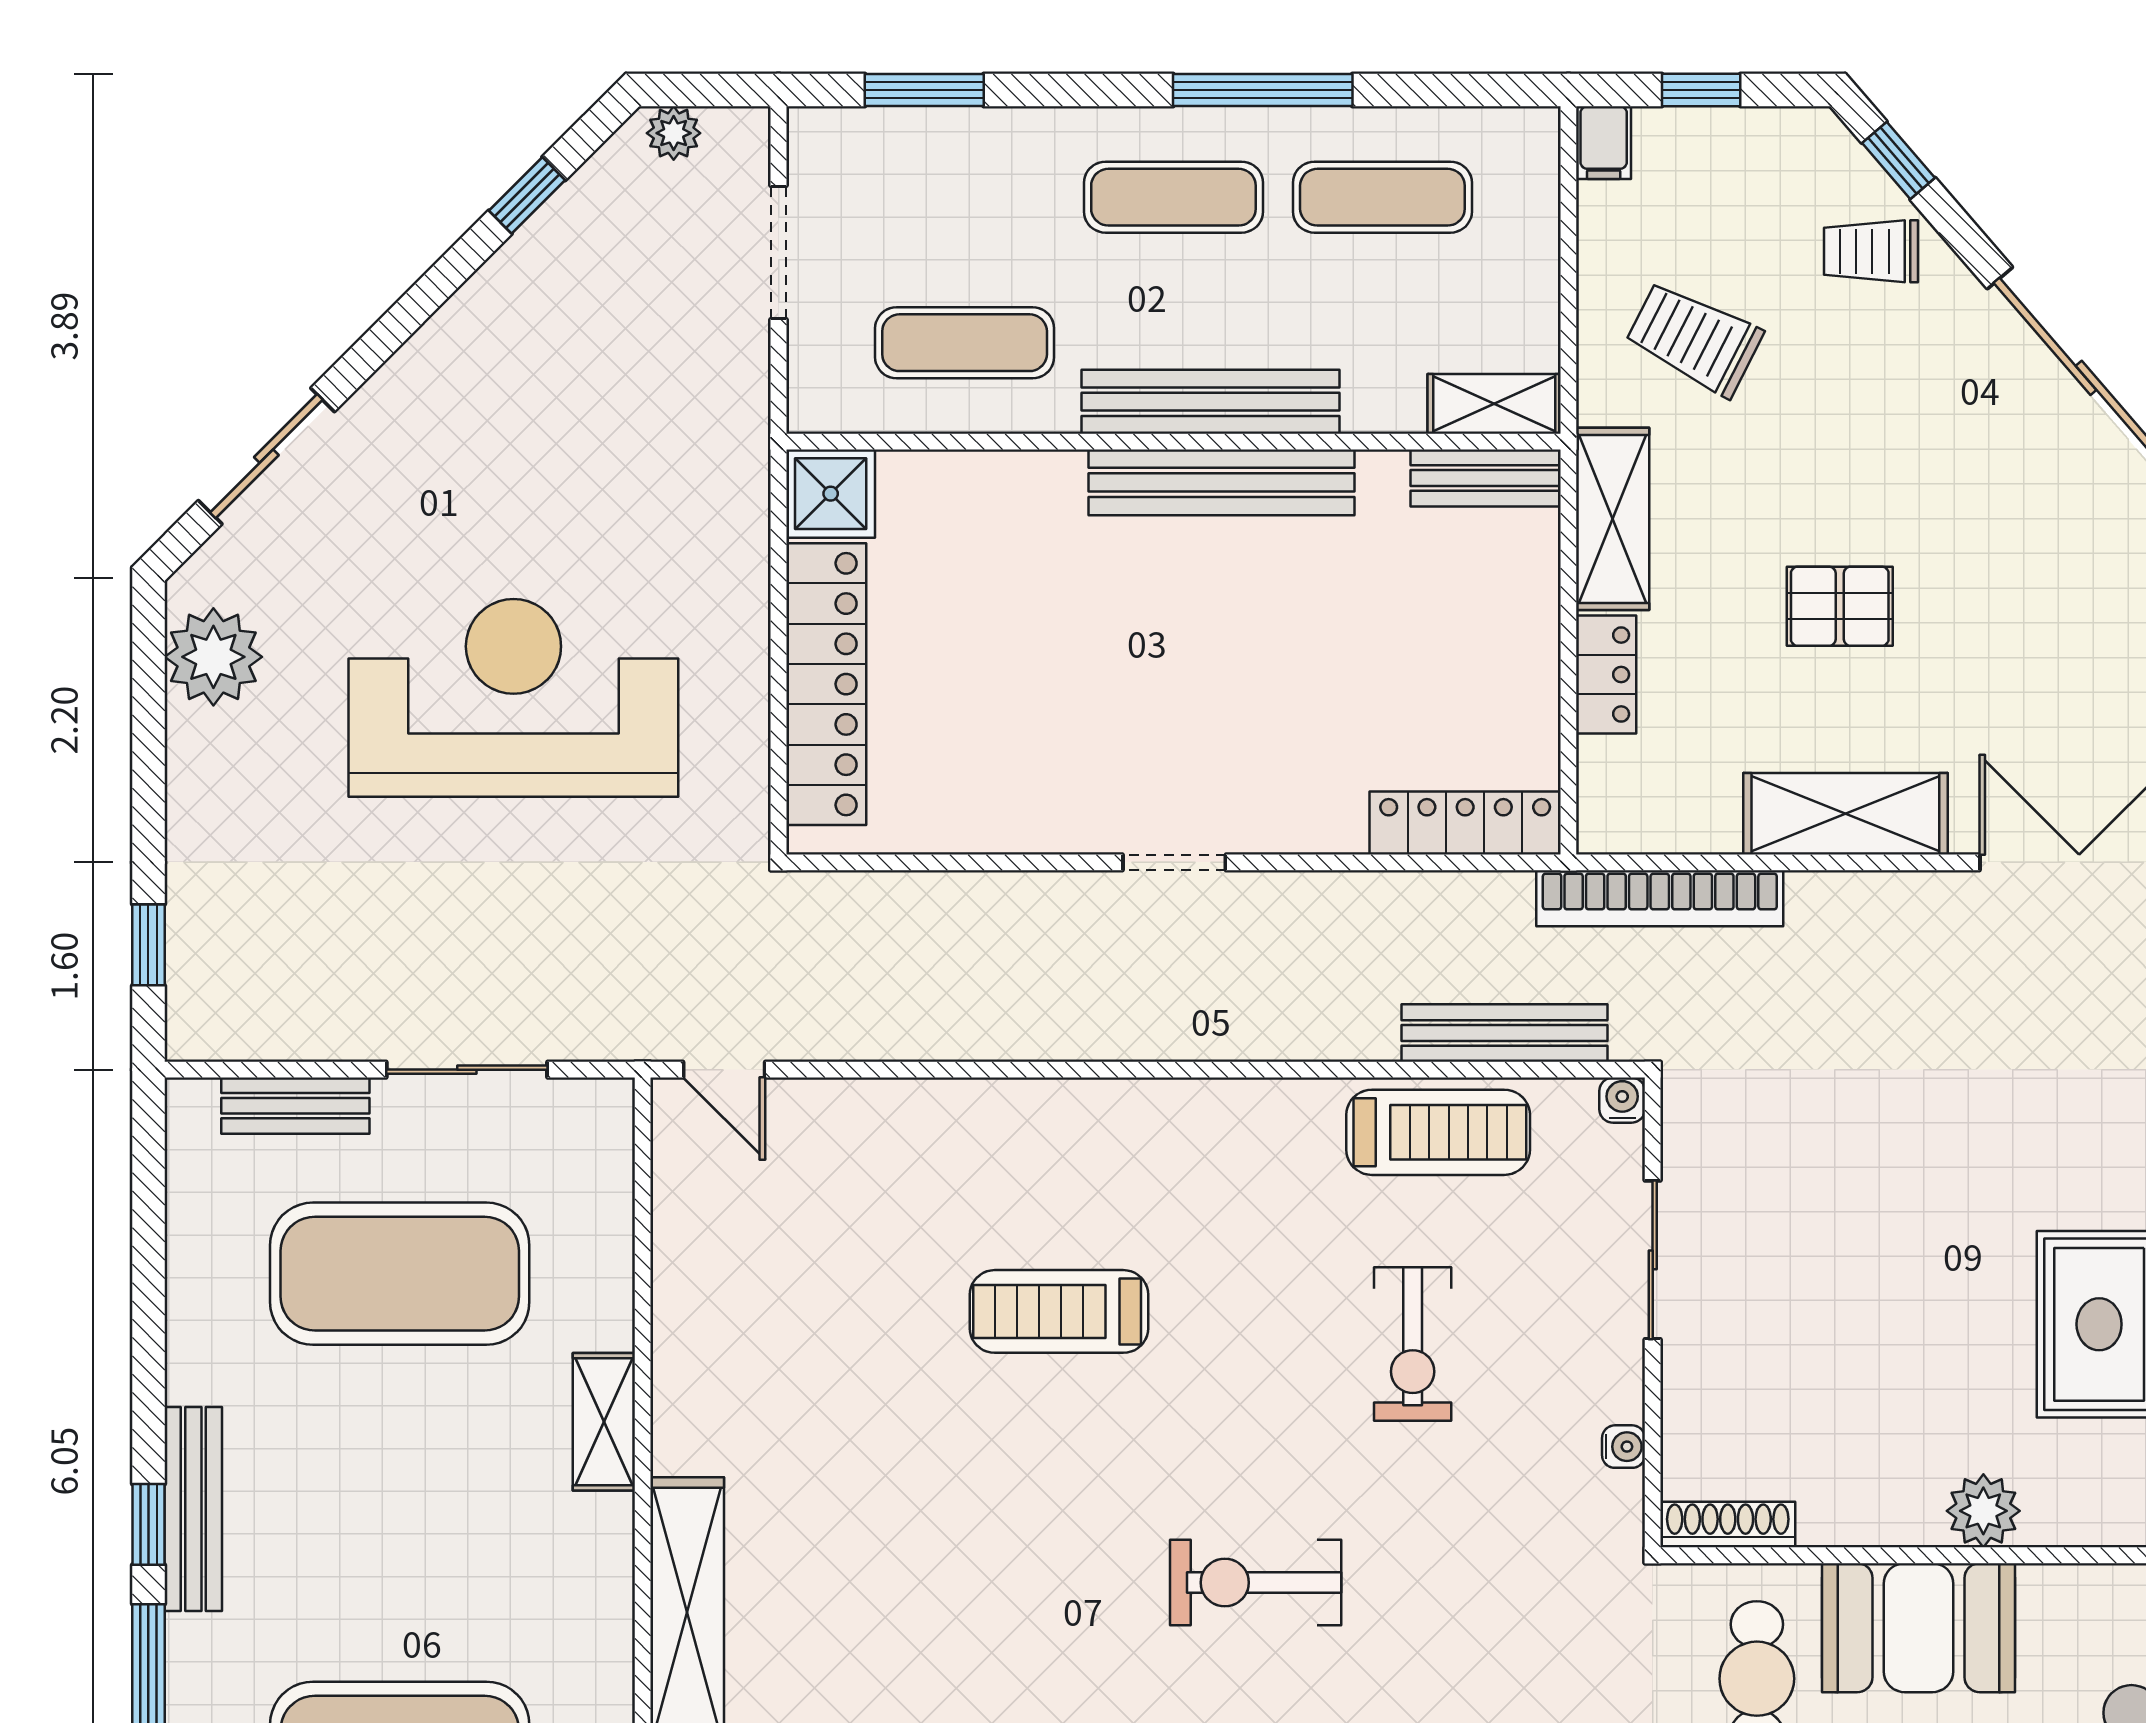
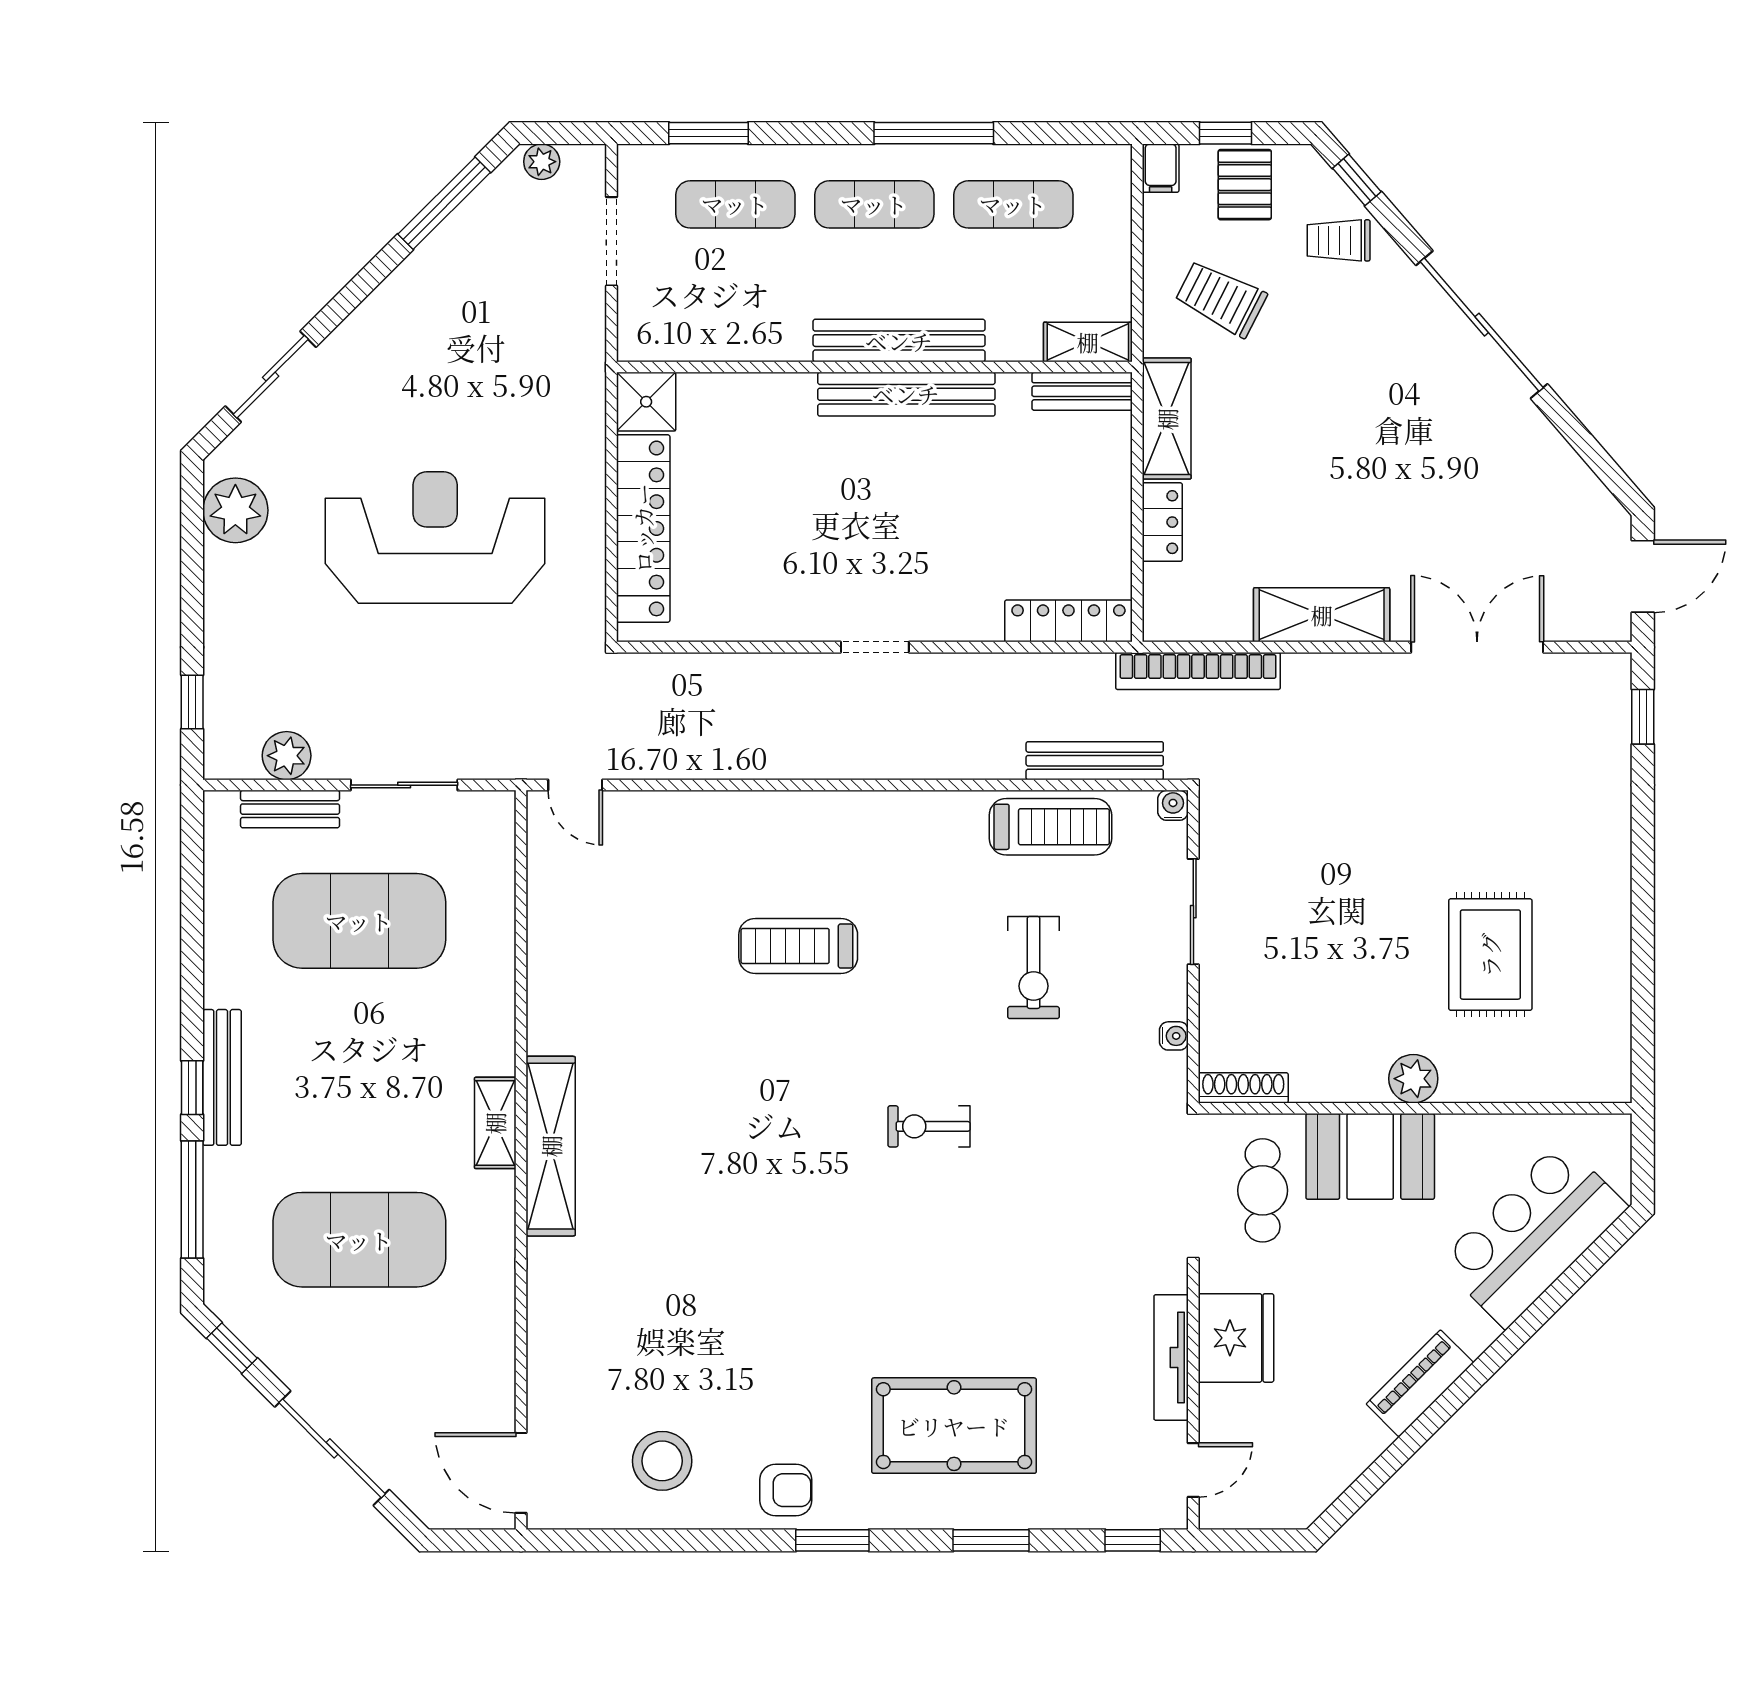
window: (527, 195) -> (444, 203), width x2.17
exercise mat: (965, 343) -> (735, 204), moved
pallet: (1840, 606) -> (1245, 185), moved, turned 90
plant: (290, 1025) -> (287, 756), added
shelving: (604, 1422) -> (495, 1123), moved
exercise bike: (1256, 1583) -> (929, 1126), width x0.73, depth x0.72

